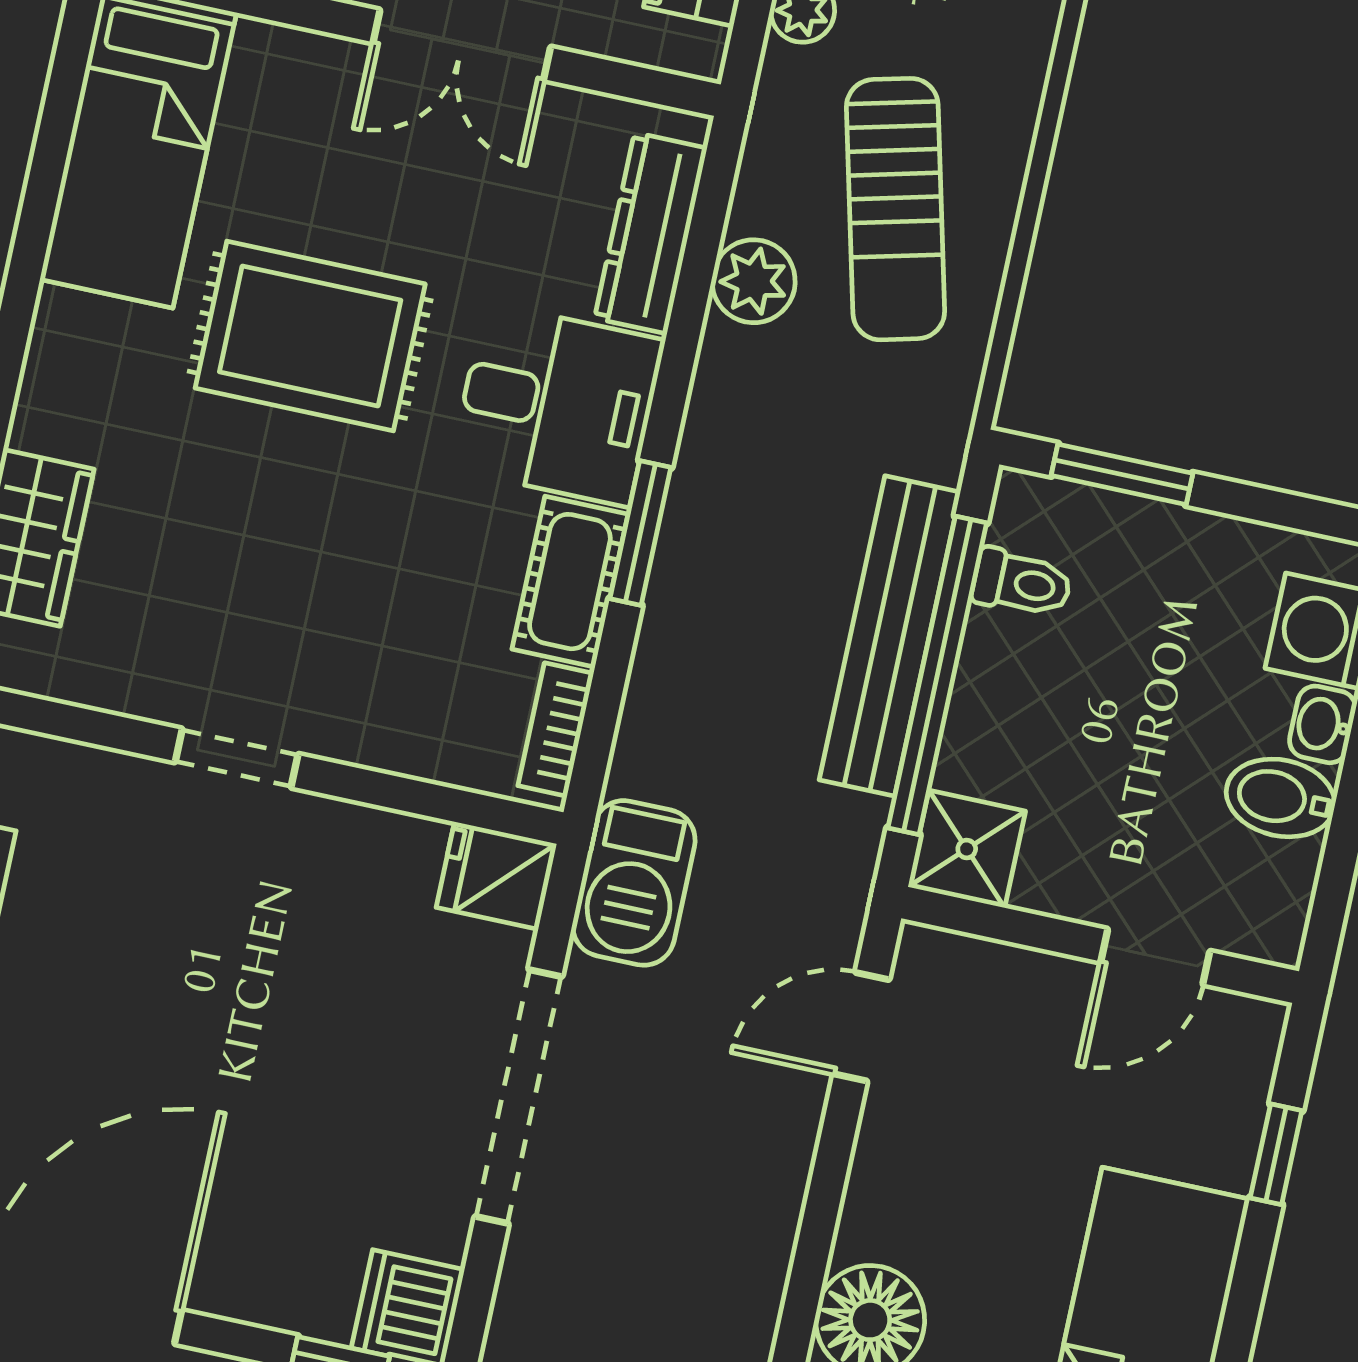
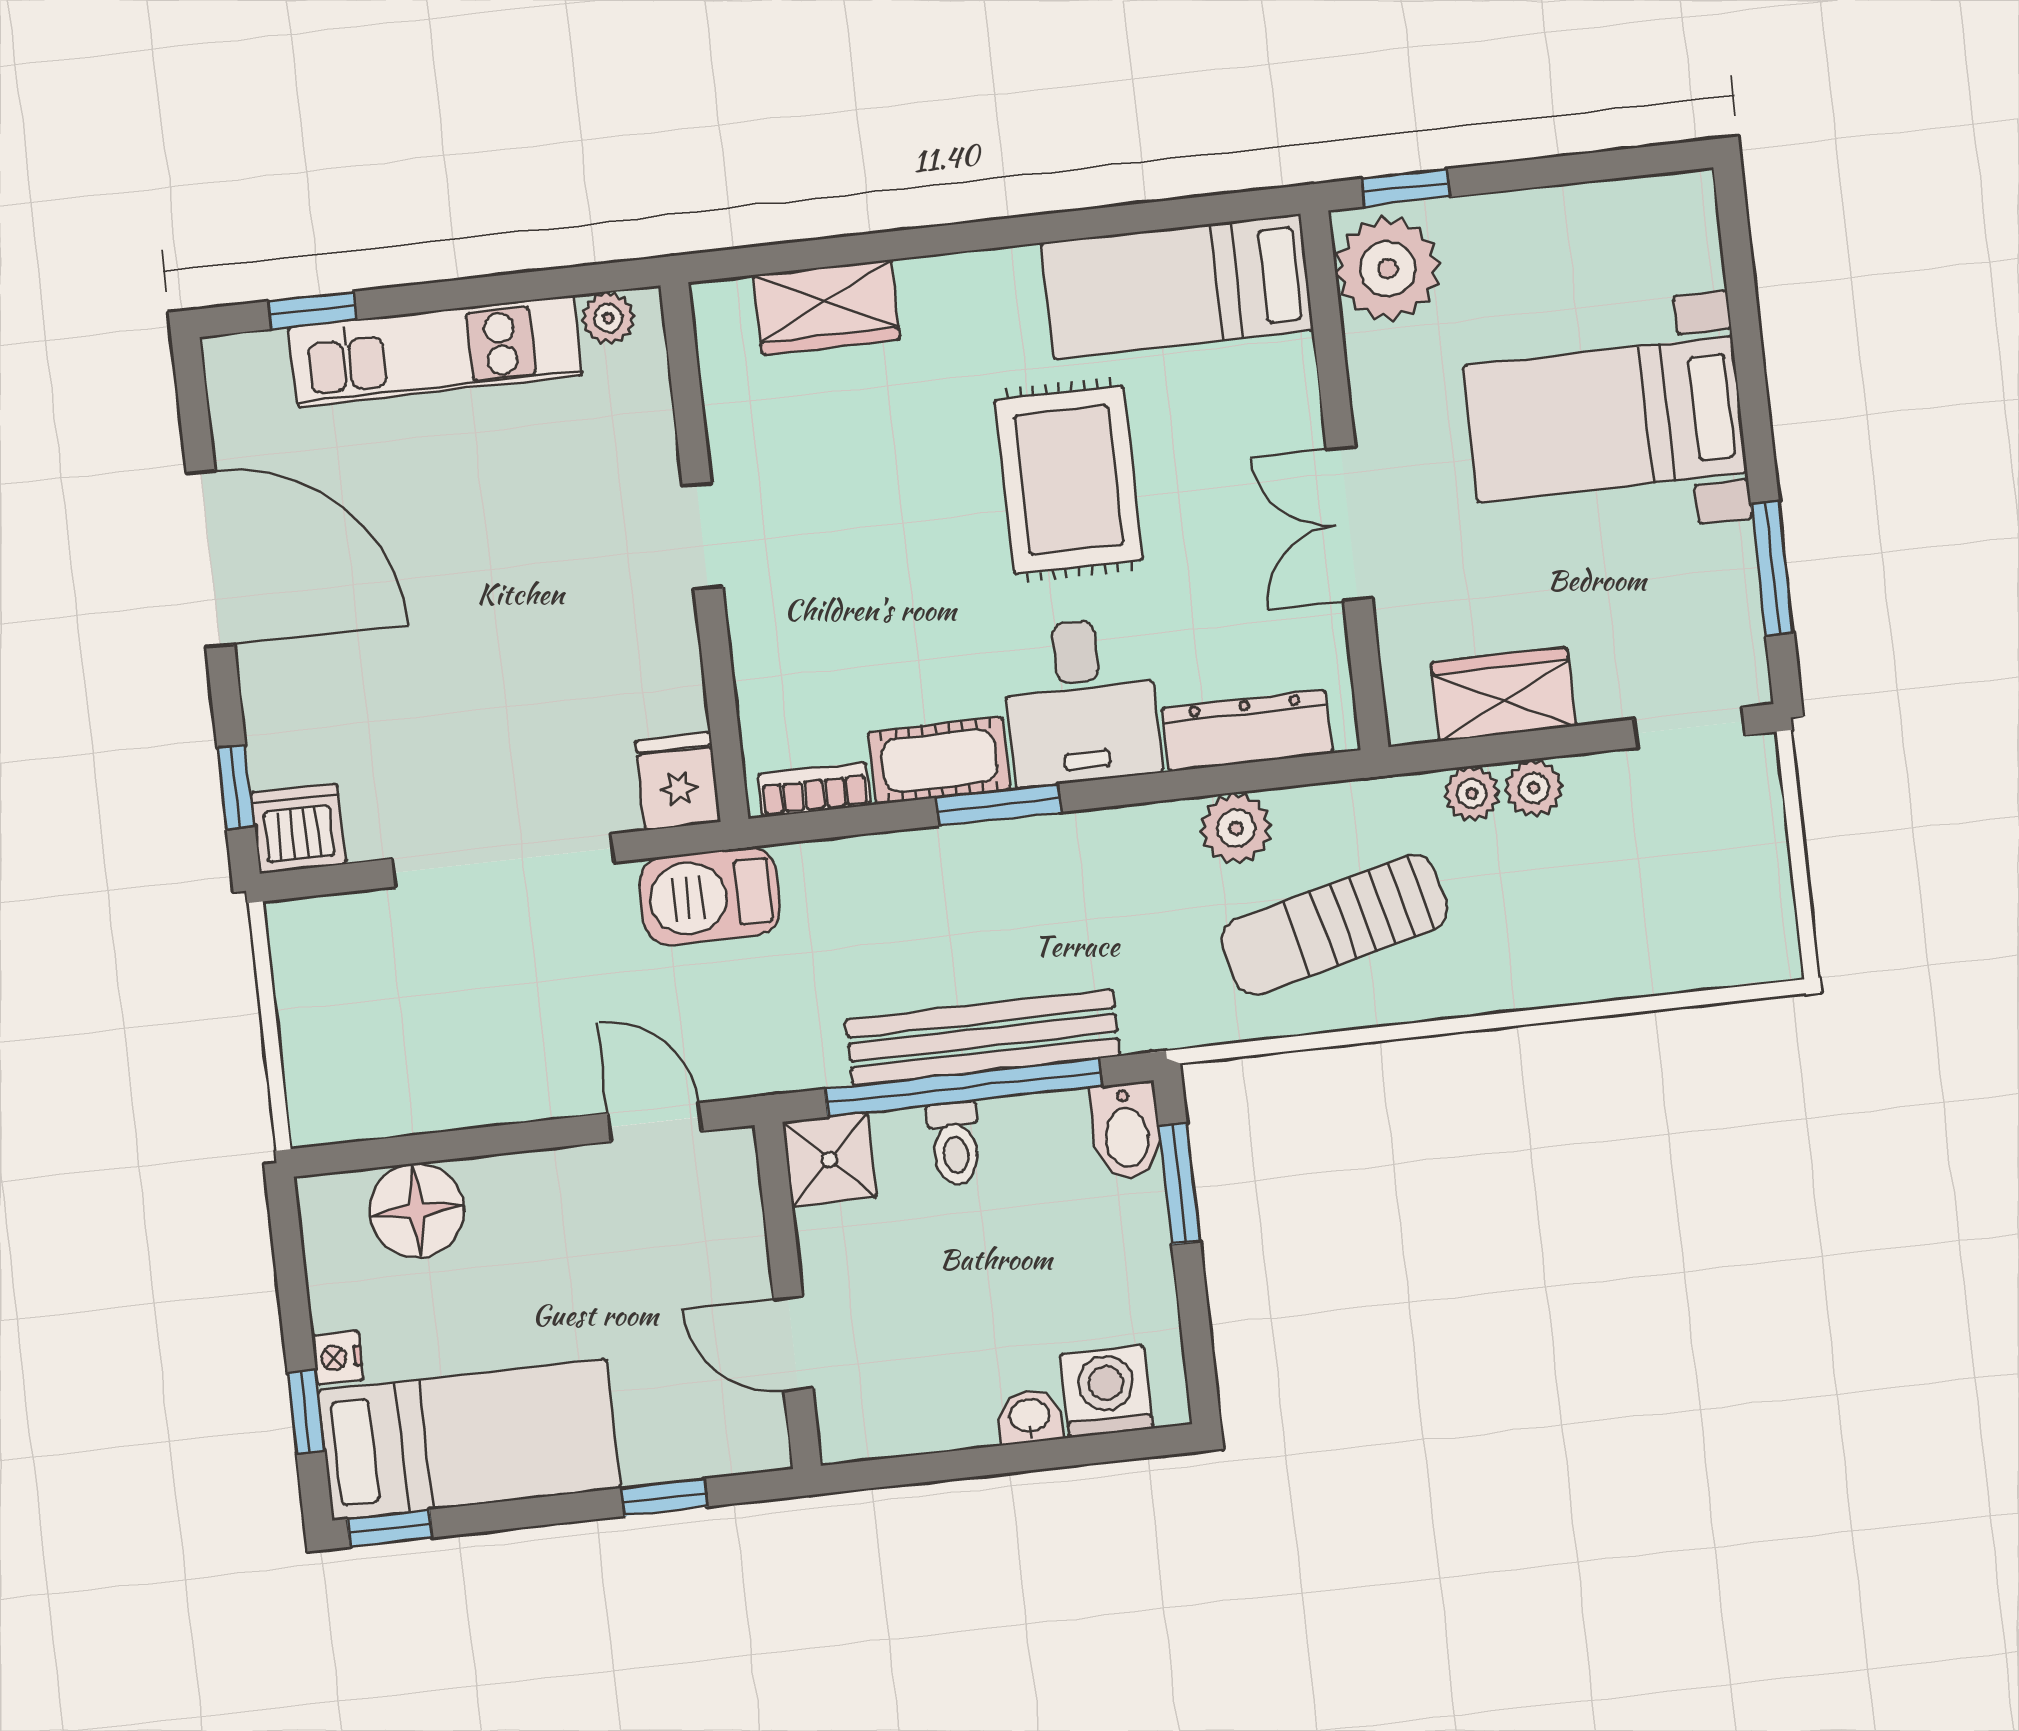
toilet: (1022, 583) -> (955, 1143), moved
bidet: (1281, 798) -> (1126, 1131), moved, turned 180

